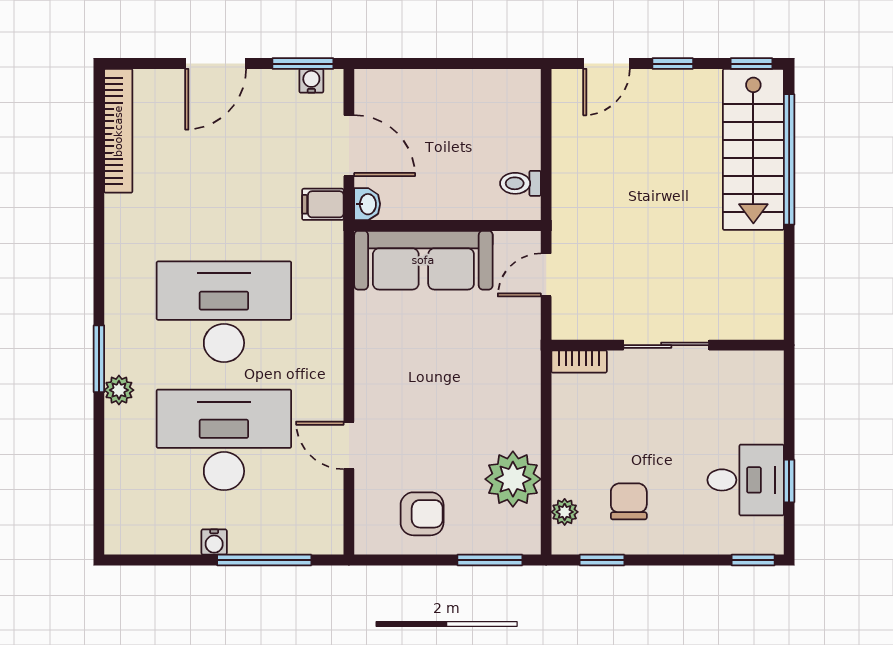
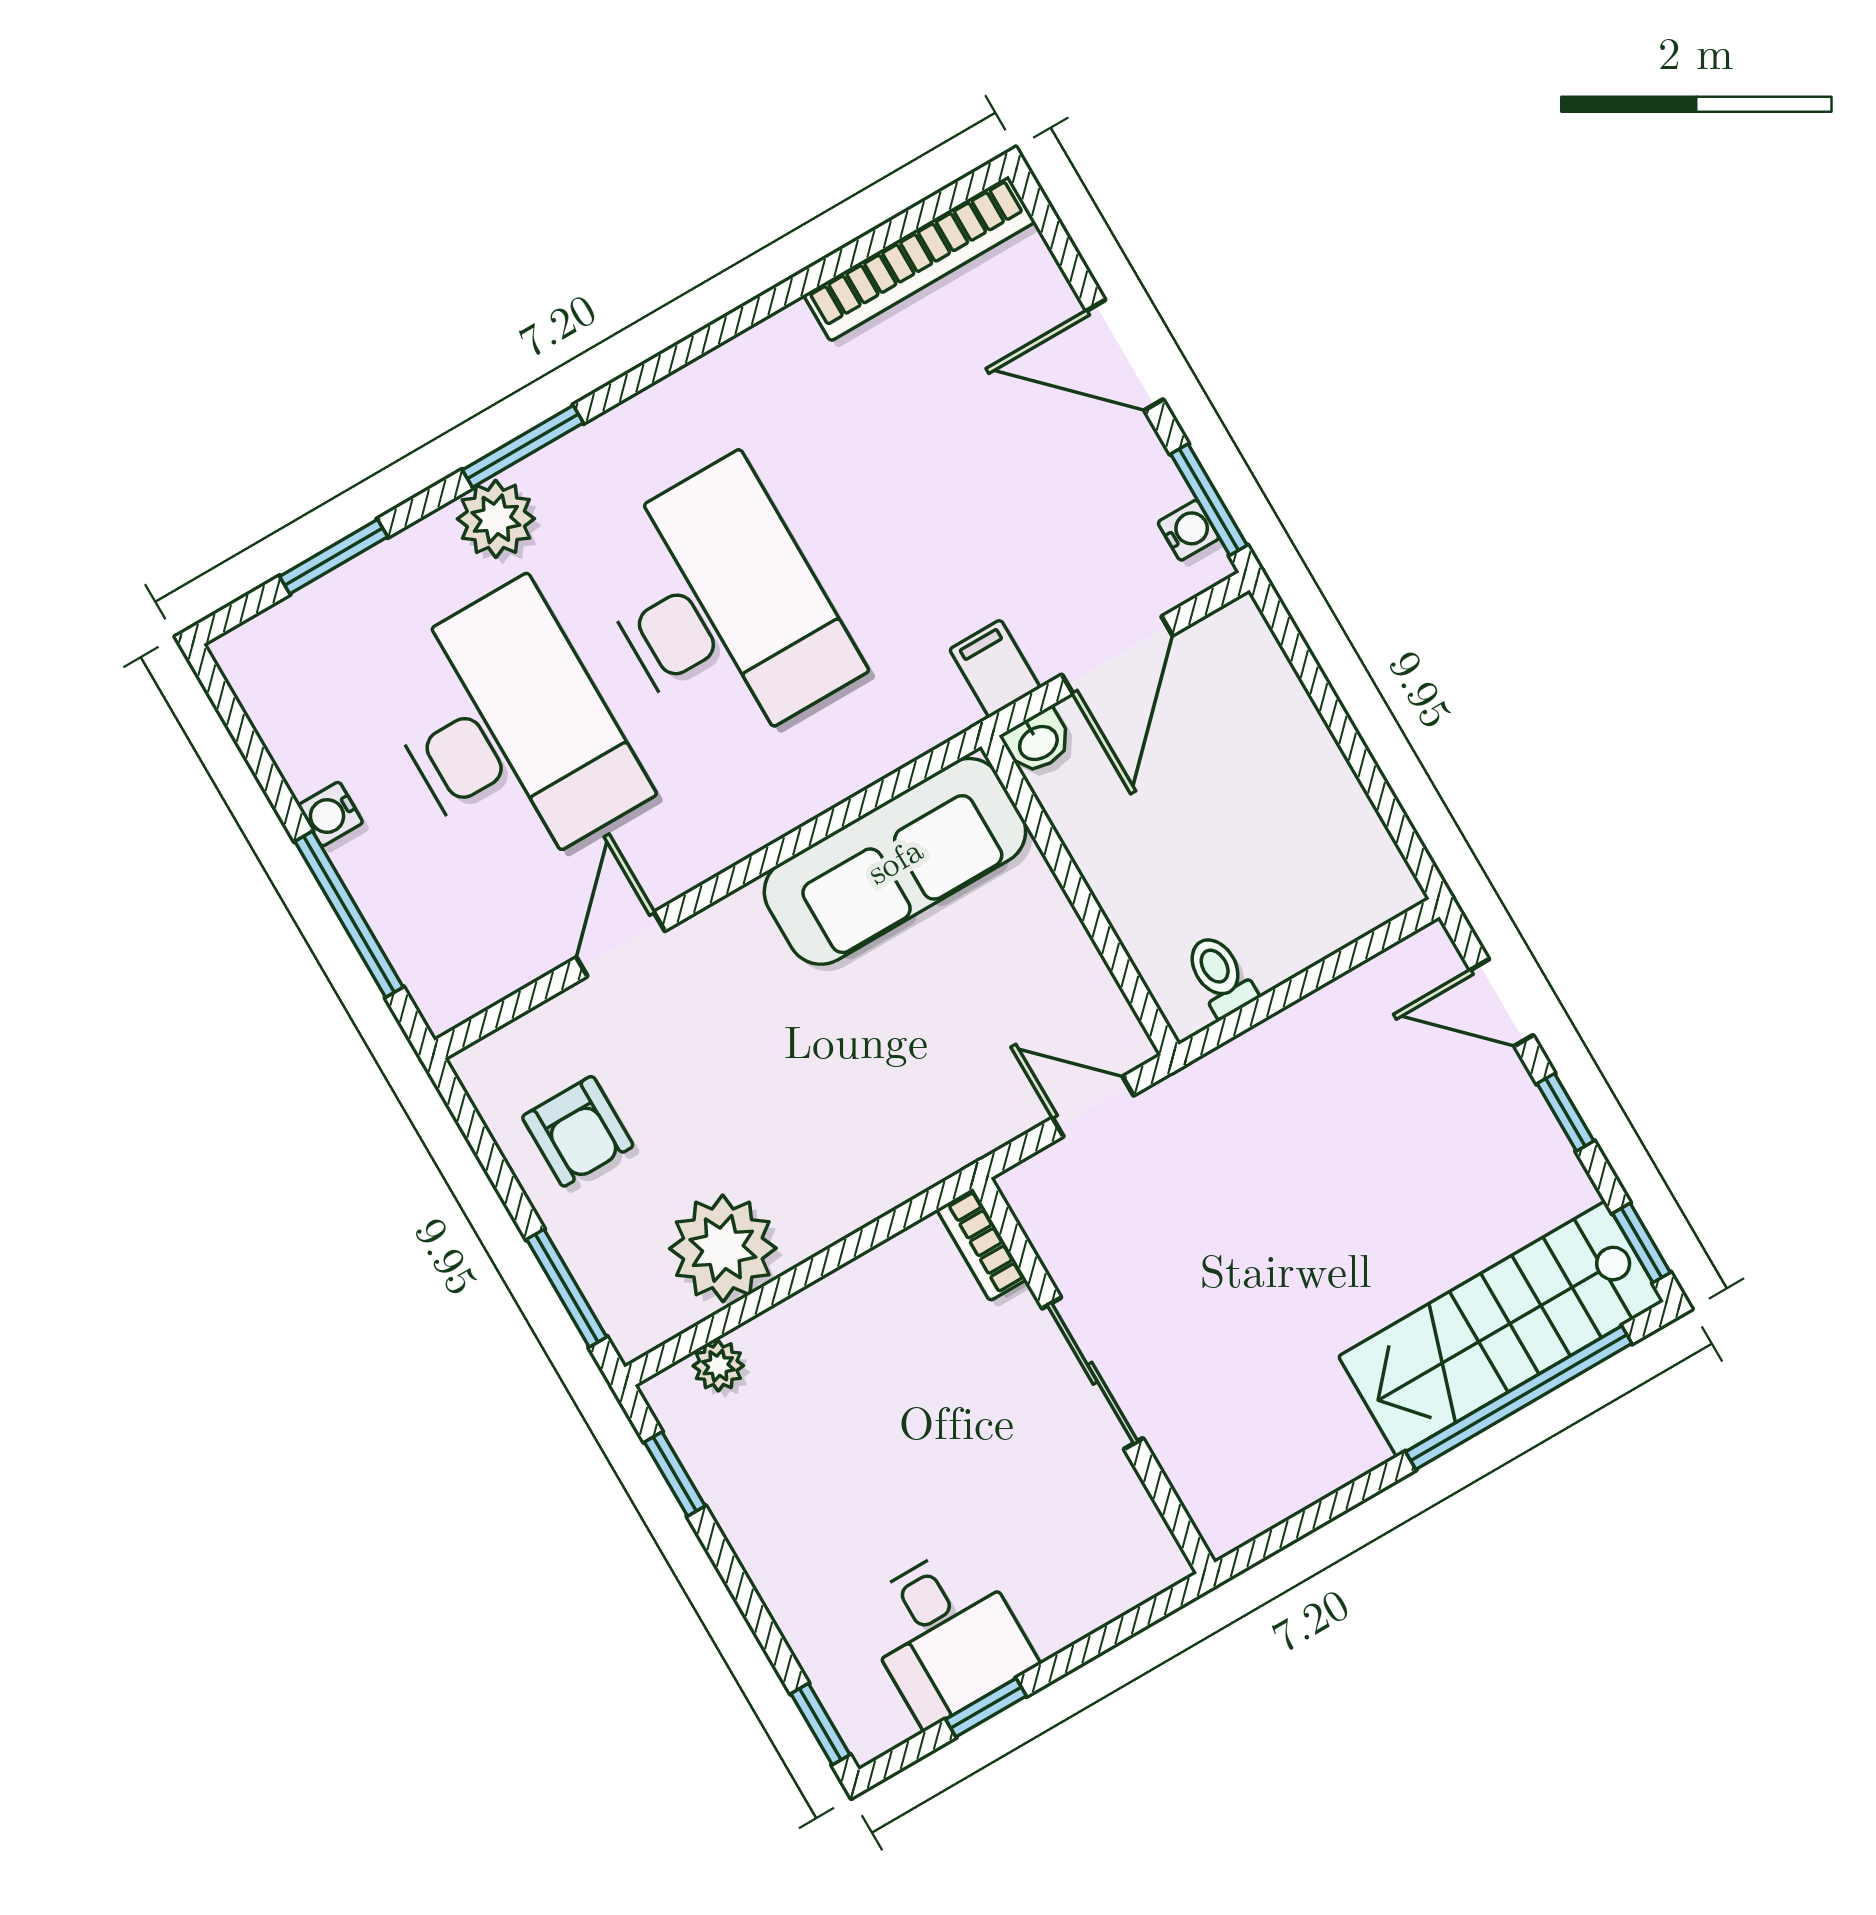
sofa: (423, 260) -> (895, 861), moved, turned -90
plant: (119, 390) -> (496, 519), width x1.38, depth x1.38
window: (99, 473) -> (334, 557), added
chair: (629, 501) -> (798, 1462), removed

